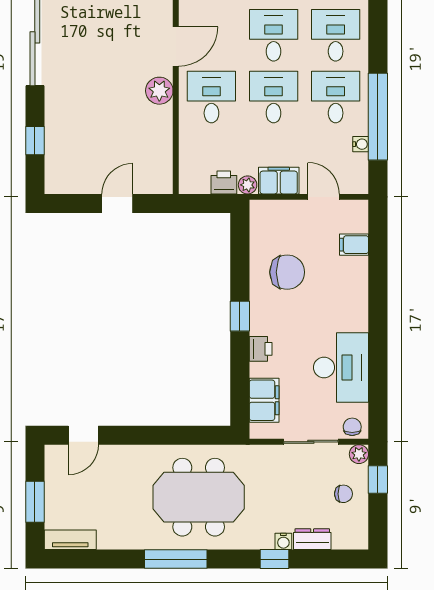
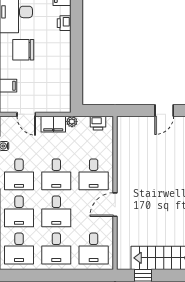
plant: (159, 91) -> (125, 178), removed
printer: (224, 182) -> (98, 123), moved
door: (117, 203) -> (164, 110), moved
chair: (287, 272) -> (23, 50), moved
window: (240, 316) -> (77, 43), removed

